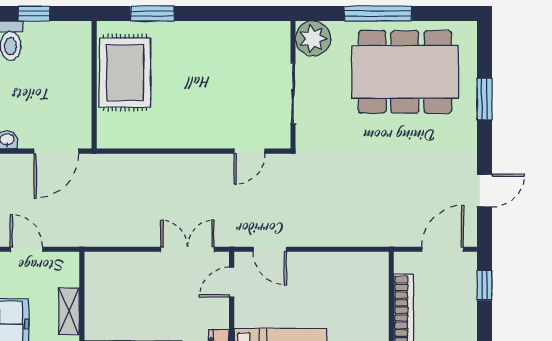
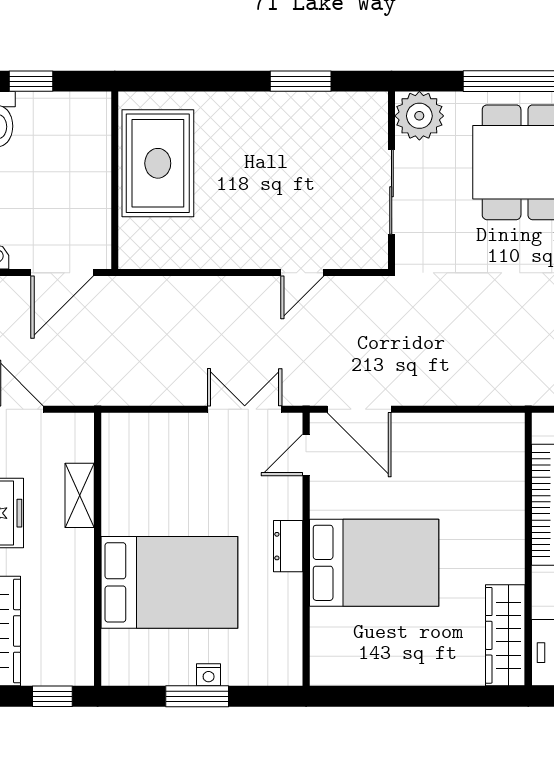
window: (152, 14) -> (301, 81), moved
door: (250, 151) -> (302, 273), moved
door: (270, 249) -> (359, 409), width x1.38

